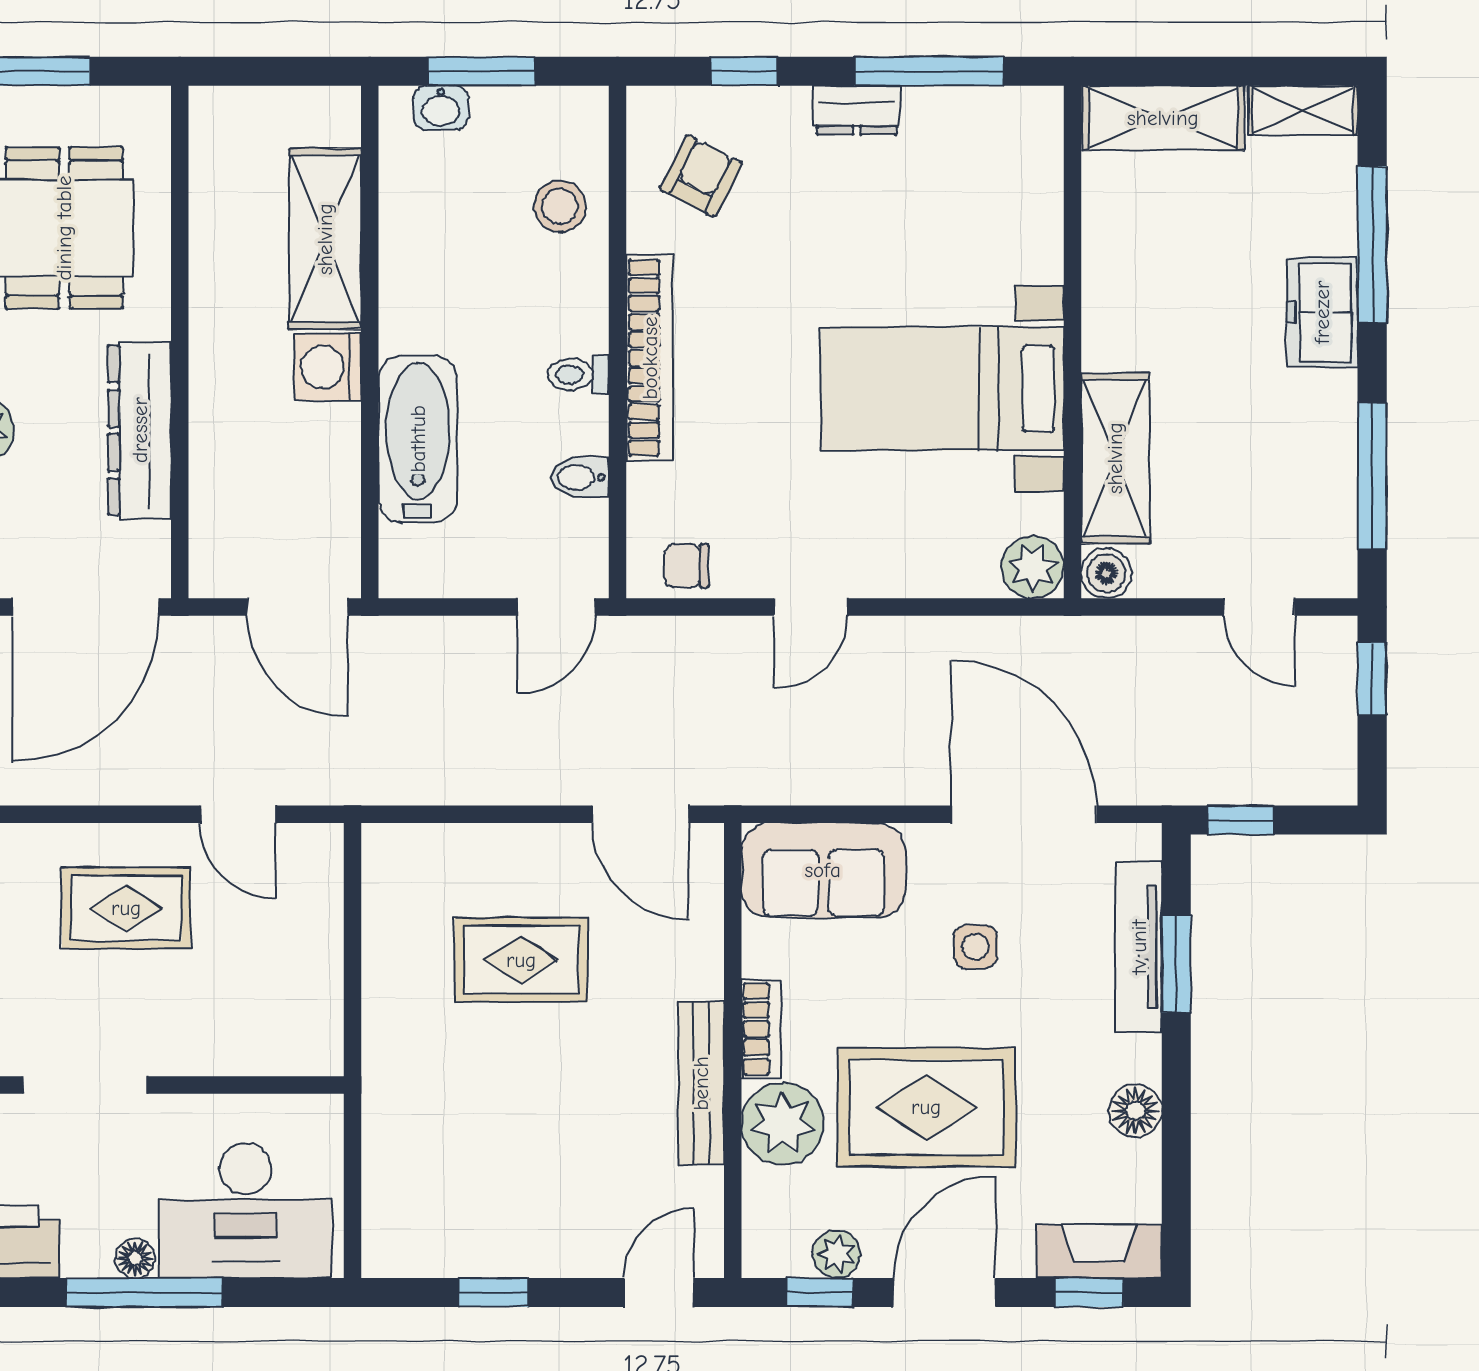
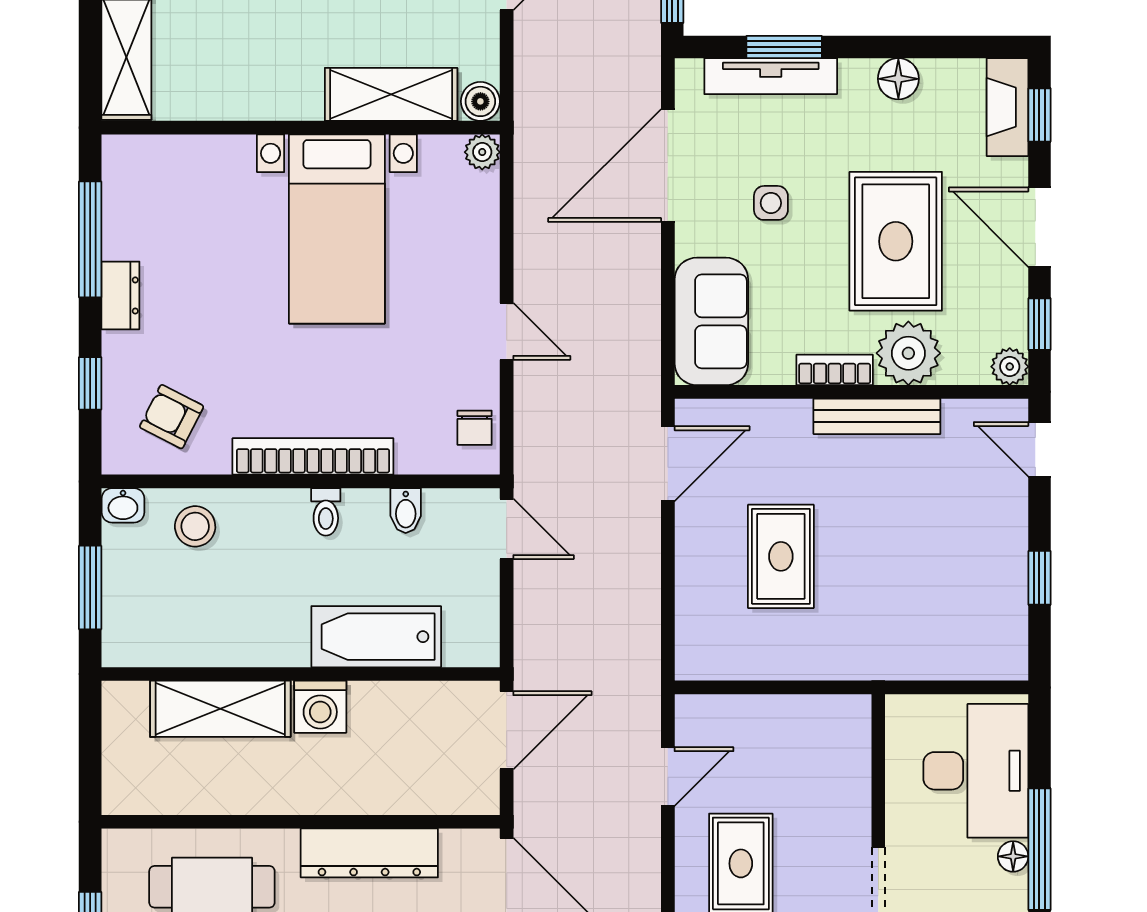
washbasin: (441, 108) -> (123, 505), moved, turned 90
plant: (1033, 567) -> (482, 152), width x0.73, depth x0.73
plant: (837, 1254) -> (1010, 367), moved

